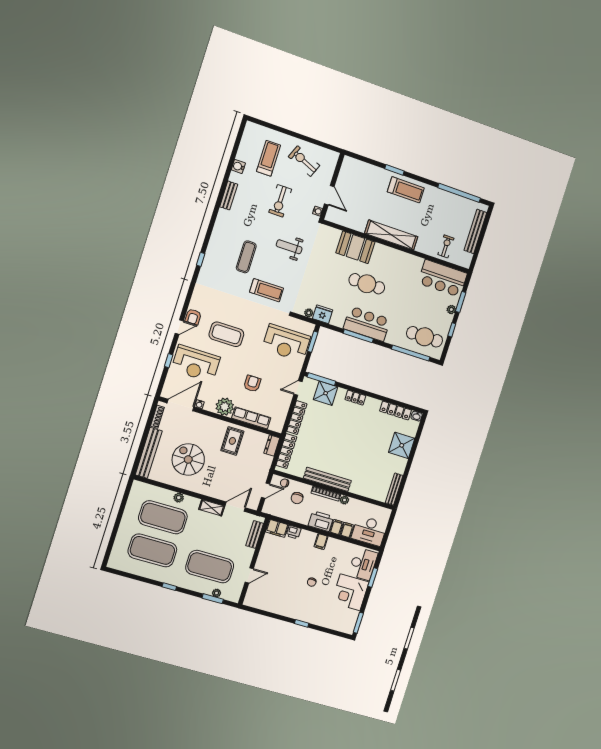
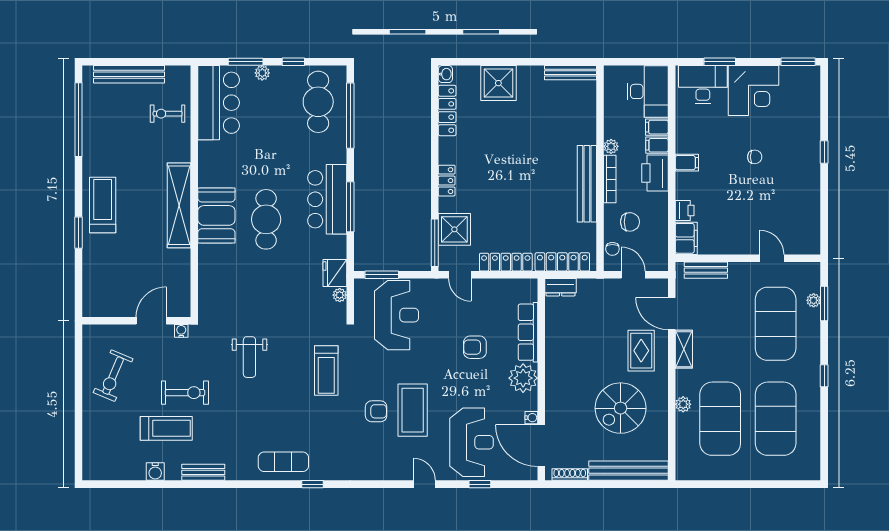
treadmill: (269, 158) -> (166, 428), moved, turned 180
booth: (355, 247) -> (216, 215), moved
exercise mat: (246, 257) -> (283, 462), moved
treadmill: (267, 290) -> (326, 370), turned 180
armchair: (193, 317) -> (376, 411), moved
rug: (232, 441) -> (641, 351), moved, turned 90

